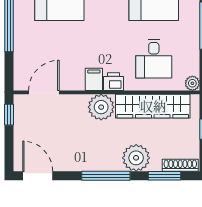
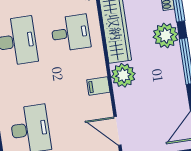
printer: (114, 82) -> (98, 67), removed

